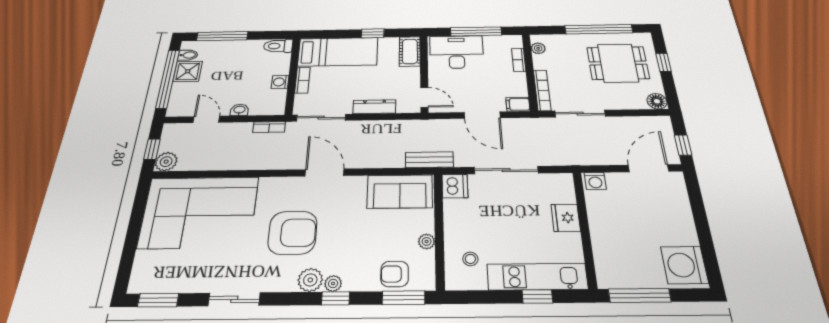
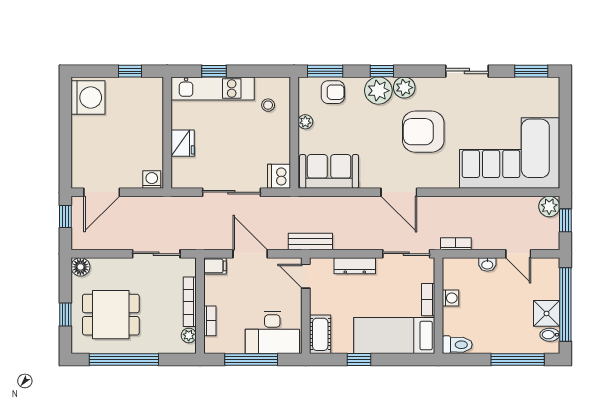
bookcase: (542, 90) -> (190, 302), moved
bench: (429, 160) -> (310, 241), moved
plant: (333, 283) -> (378, 91), width x1.88, depth x1.88
window: (640, 295) -> (130, 71), width x0.46

